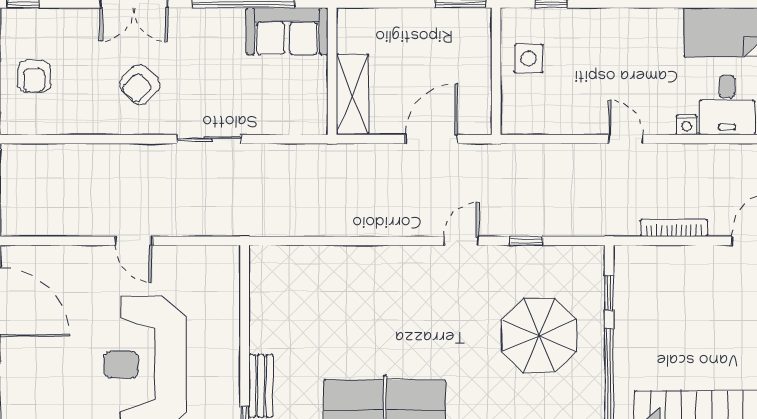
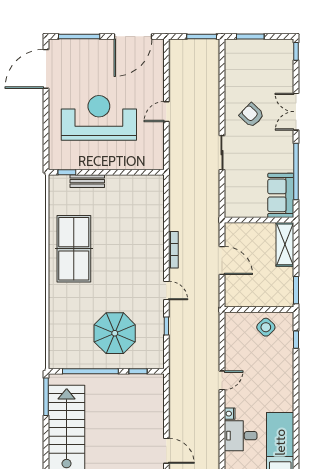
side table: (528, 59) -> (266, 327), turned 45
armchair: (34, 76) -> (256, 57), removed
shelving: (353, 94) -> (285, 244), moved, turned 90
door: (431, 139) -> (222, 260), moved
bookcase: (674, 228) -> (173, 250), moved

